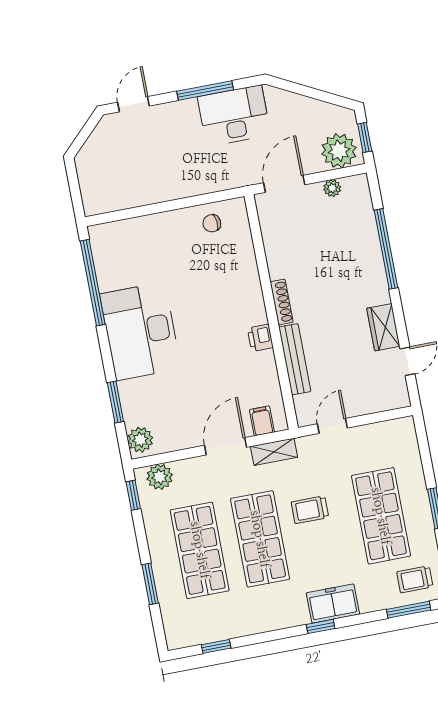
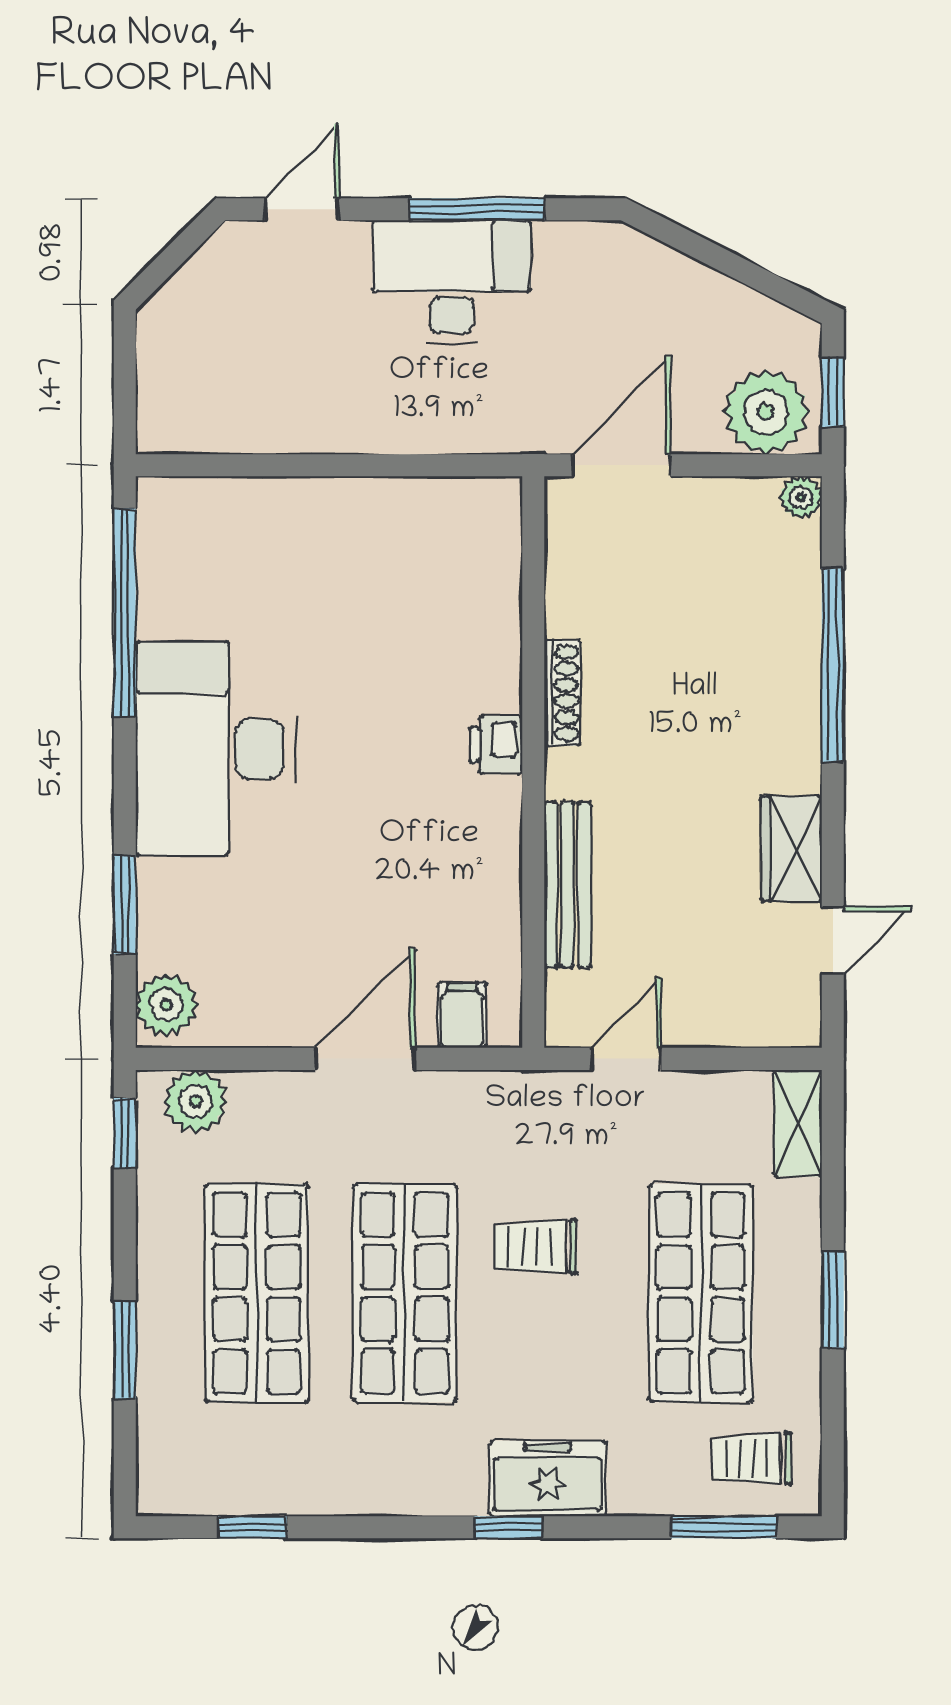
desk: (234, 116) -> (451, 282), moved
plant: (332, 188) -> (801, 497), moved
chair: (212, 223) -> (433, 526), removed
shoe rack: (282, 302) -> (562, 693), moved
printer: (260, 338) -> (496, 745), moved
shelving: (274, 452) -> (798, 1123), moved, turned 90

